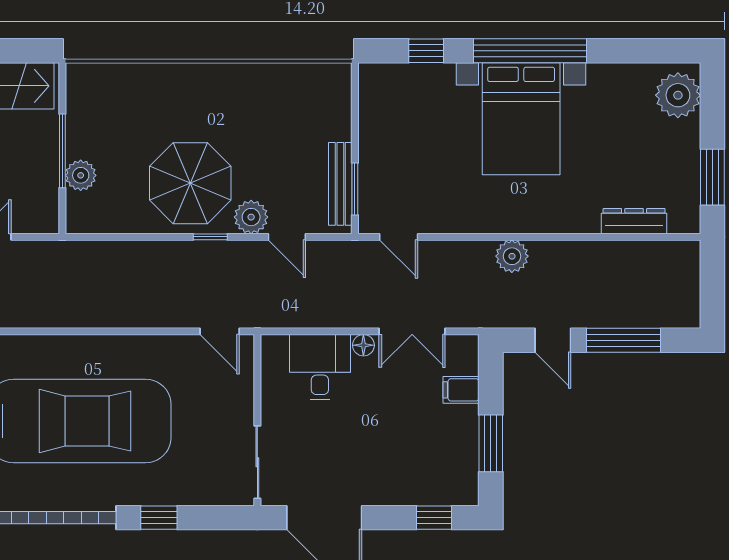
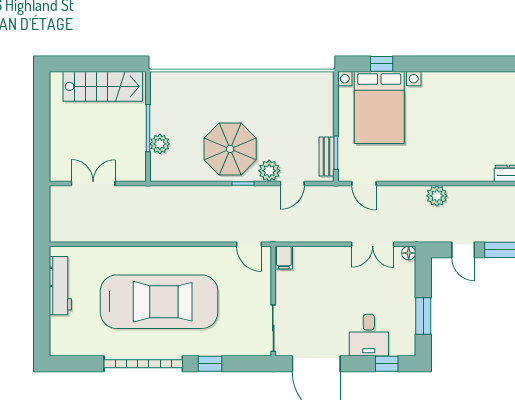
window: (530, 51) -> (448, 64), removed
bed with nightstands: (521, 119) -> (379, 108), moved
bench: (340, 184) -> (327, 157), width x0.73
door: (287, 237) -> (292, 183), hinge flipped
floor lamp: (363, 345) -> (409, 253), moved
desk: (320, 367) -> (369, 335), moved, turned 180
filing cabinet: (461, 390) -> (284, 258), moved, turned -90

